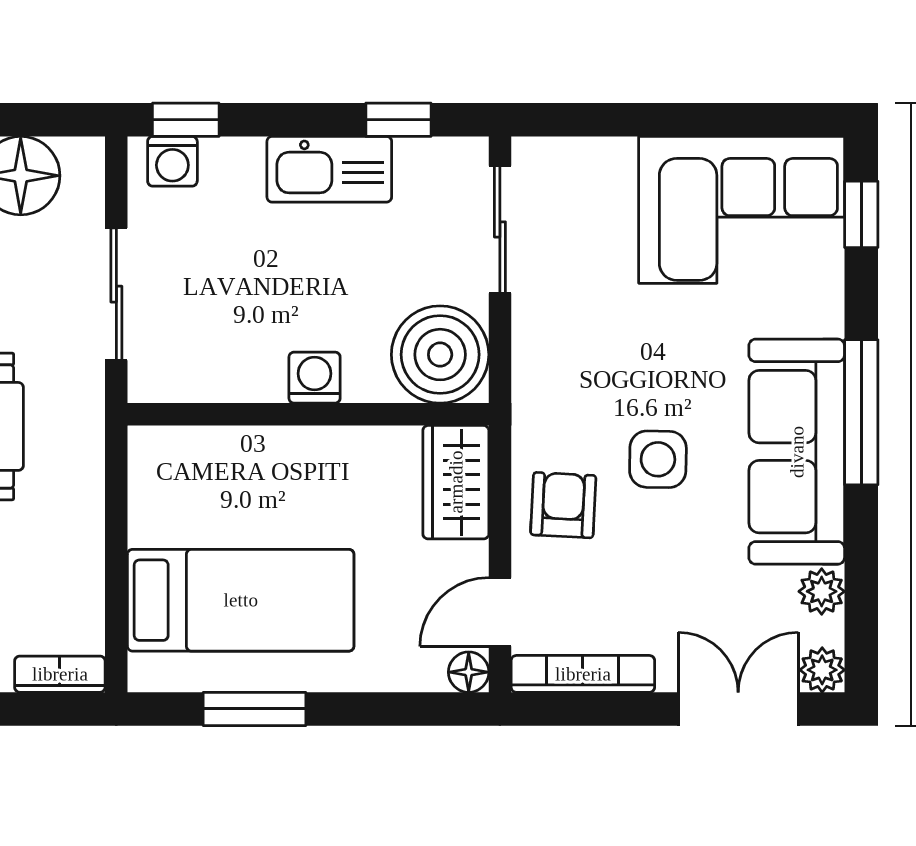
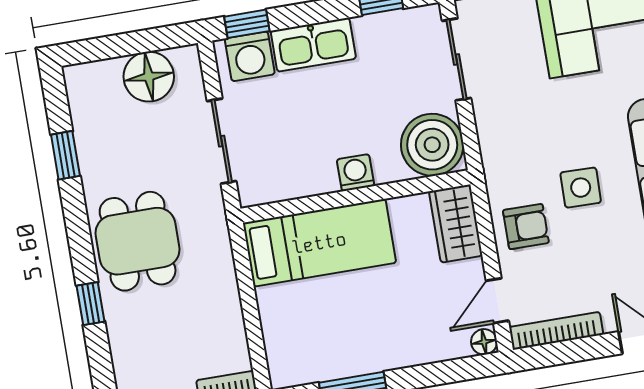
washing machine: (172, 161) -> (250, 56), width x1.38, depth x1.38
kitchen sink: (329, 169) -> (313, 45), moved
armchair: (563, 505) -> (526, 227), turned 87
bed: (241, 600) -> (319, 243), moved

